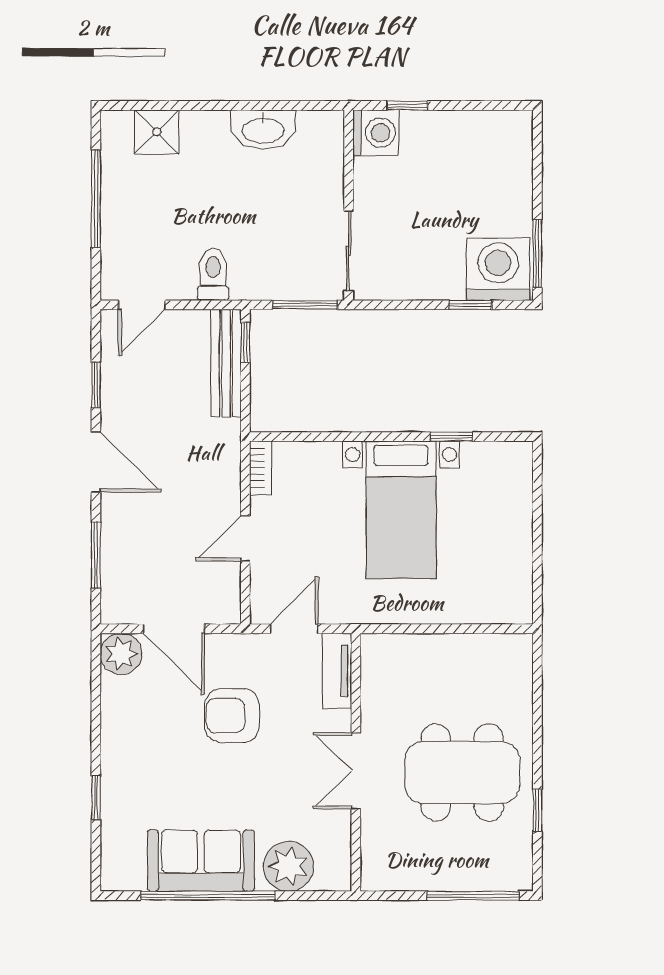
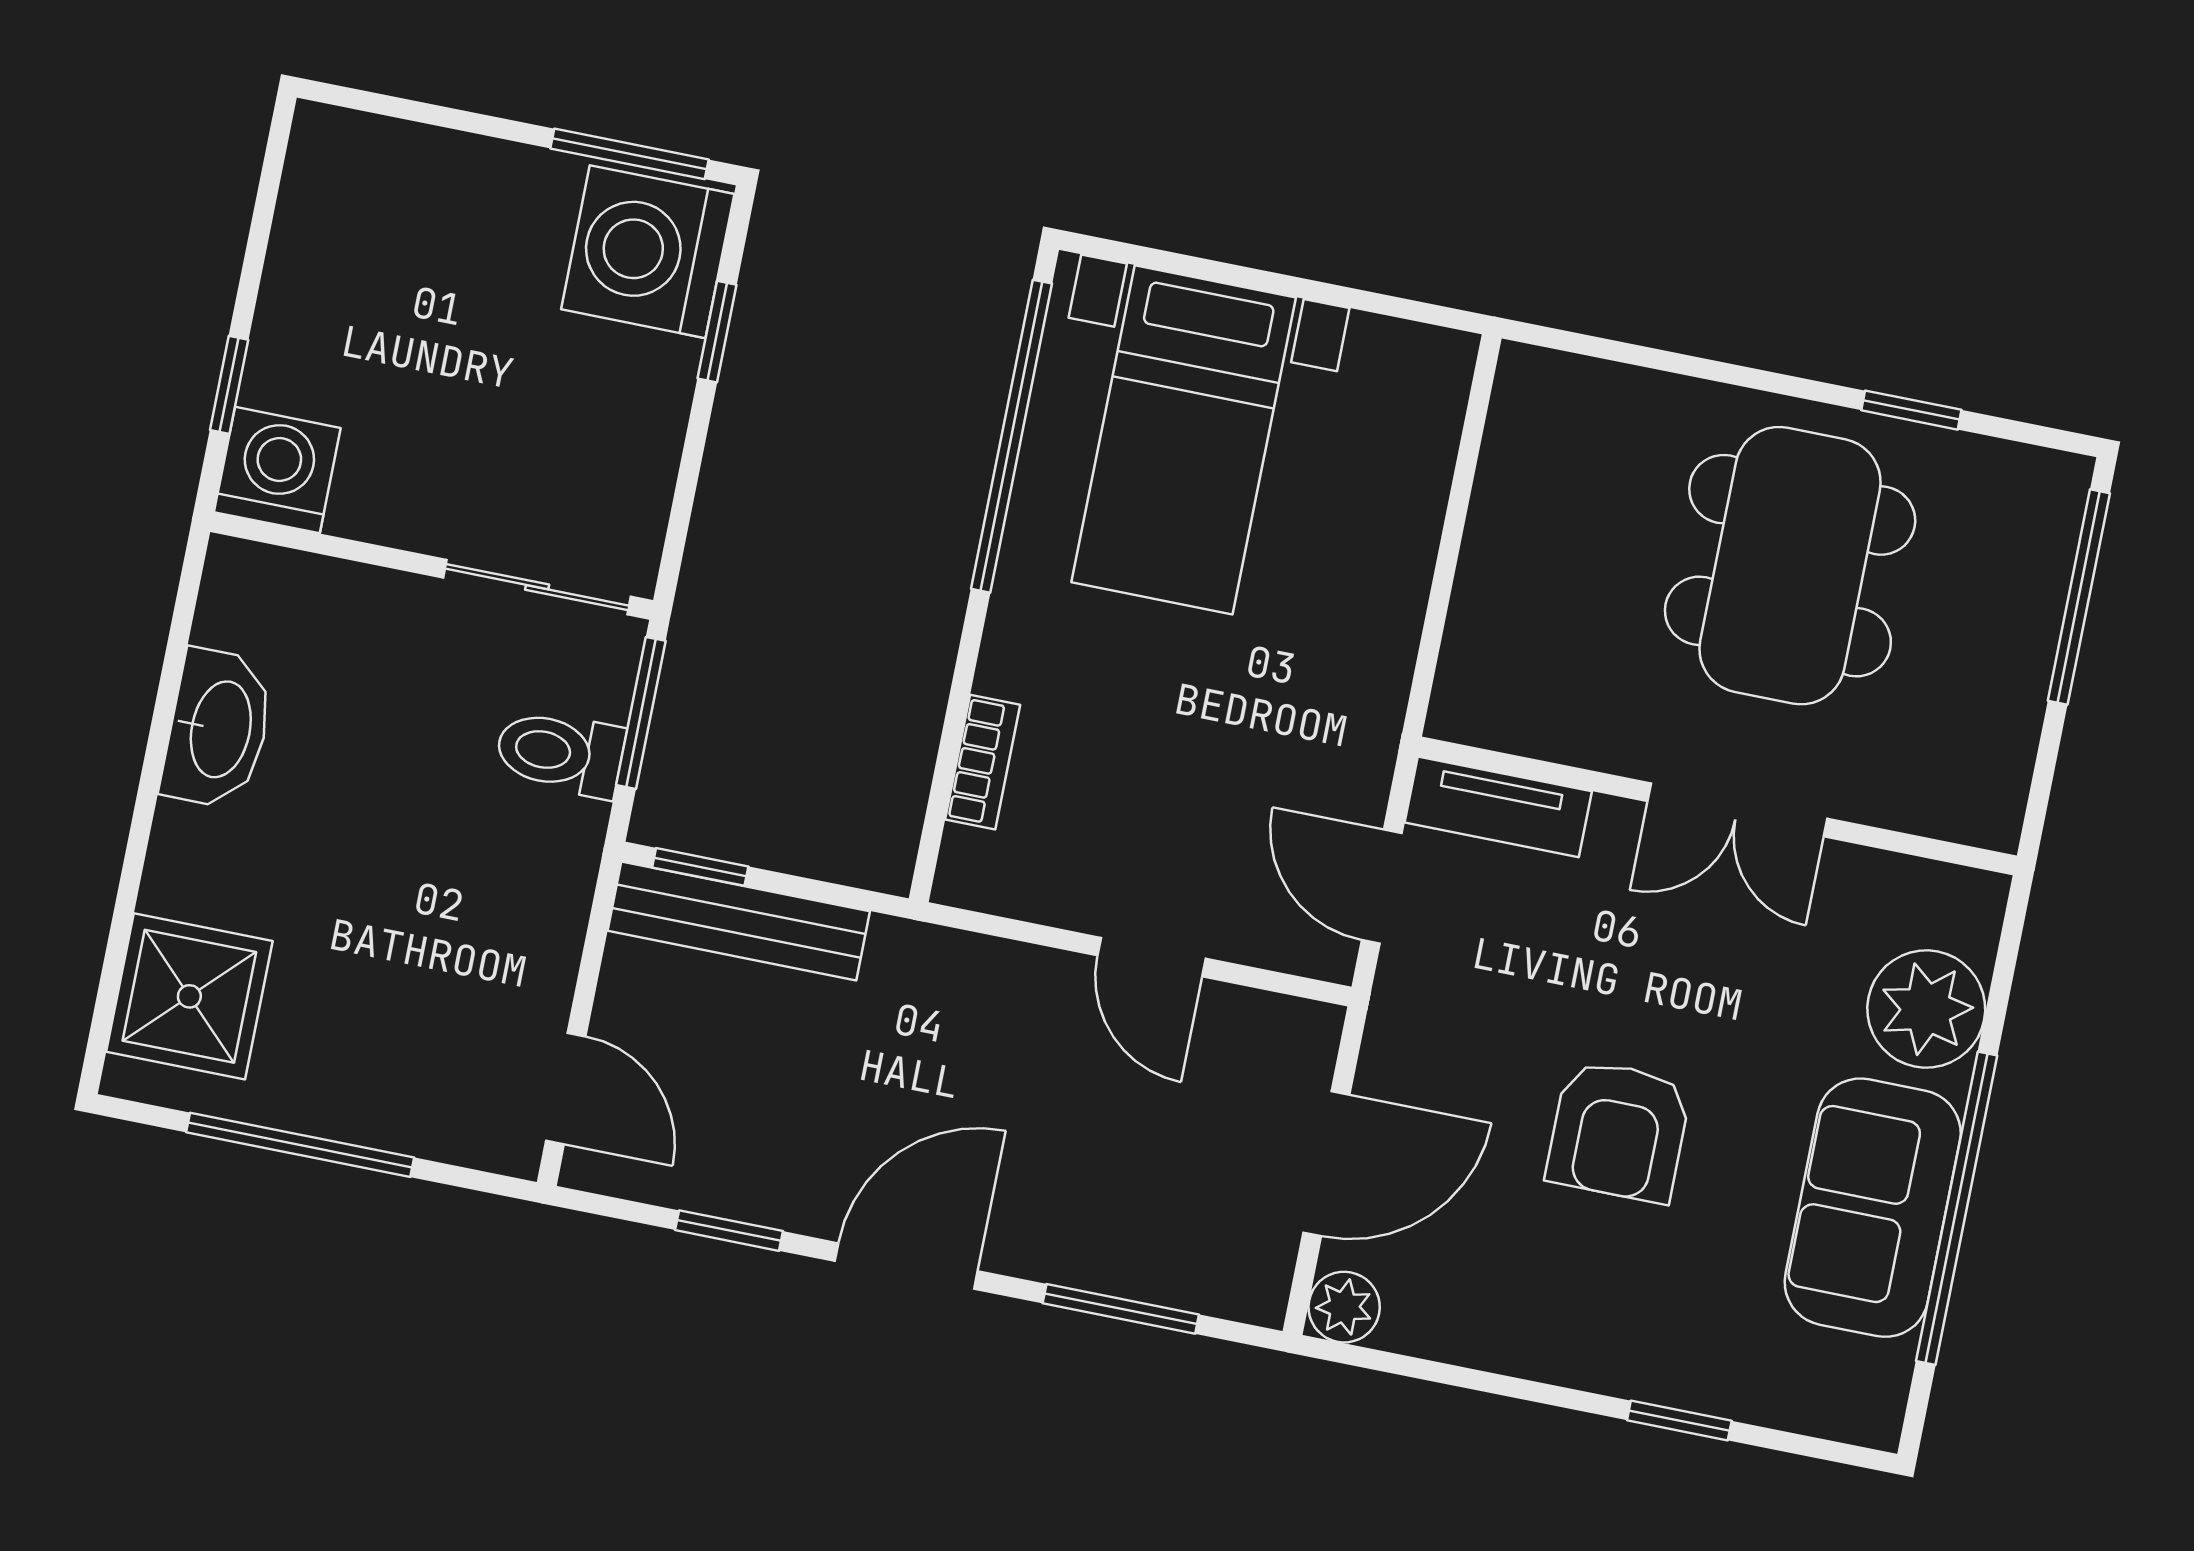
shower: (157, 132) -> (189, 996), width x1.36, depth x1.36
toilet: (213, 274) -> (560, 753), moved
window: (451, 437) -> (1011, 436), width x3.17
bookcase: (261, 468) -> (983, 762), moved, turned 90
bed with nightstands: (401, 510) -> (1184, 440), moved, turned 90
plant: (121, 654) -> (1344, 1307), width x0.73, depth x0.73
armchair: (232, 716) -> (1619, 1131), moved

